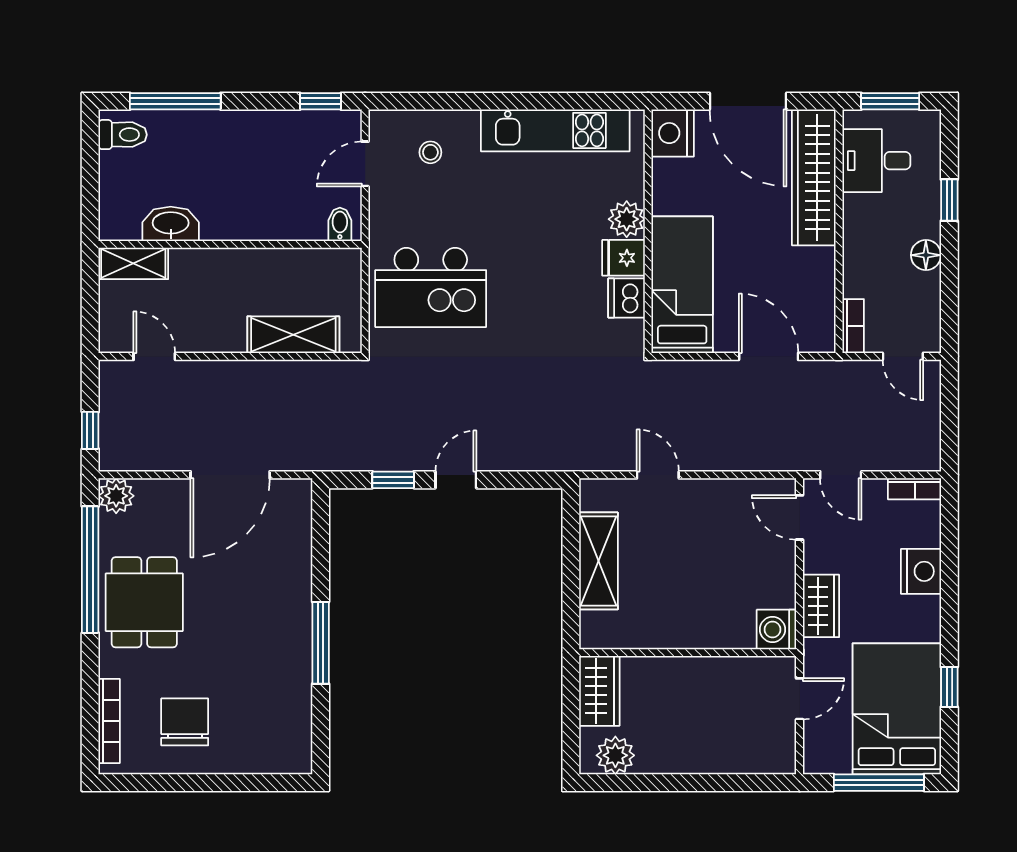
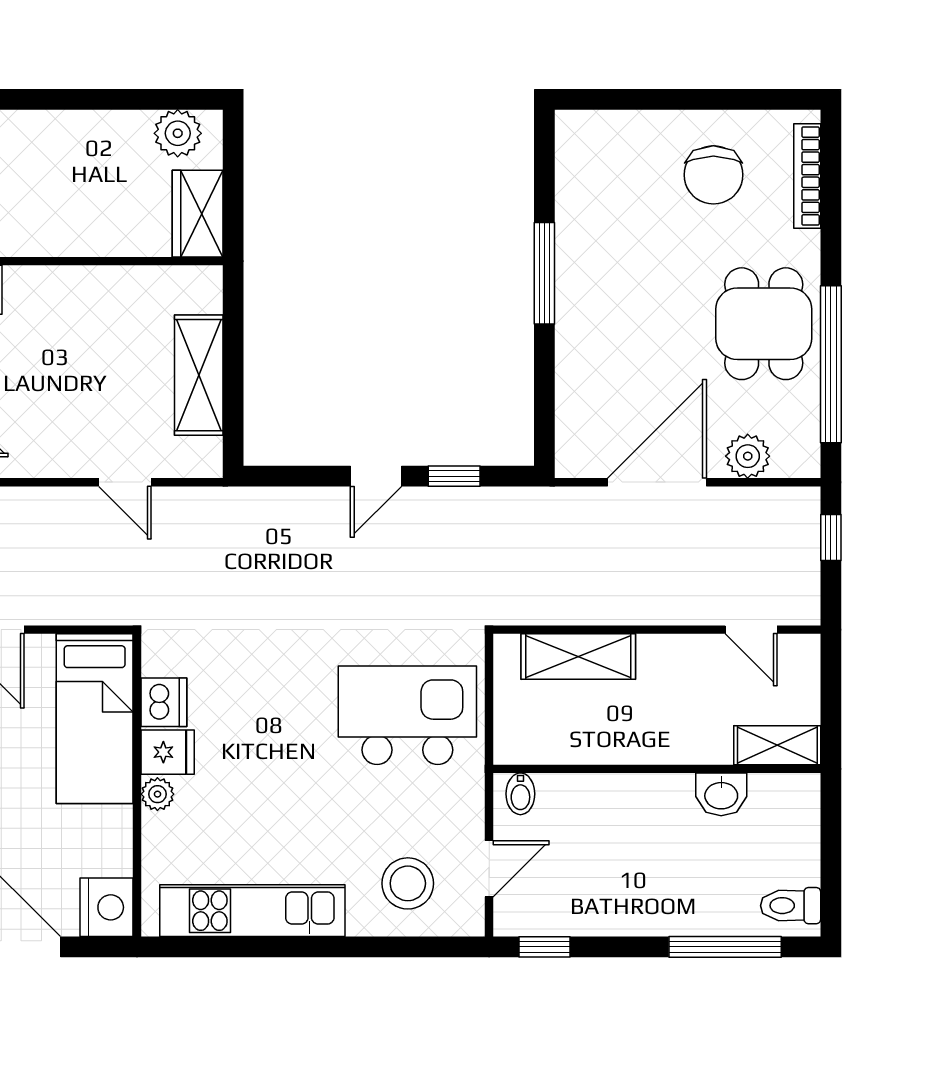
stool: (430, 152) -> (408, 883), width x1.89, depth x1.89
plant: (627, 219) -> (157, 794), width x0.73, depth x0.73
washbasin: (171, 224) -> (721, 794), width x0.72
plant: (116, 496) -> (748, 456), moved

